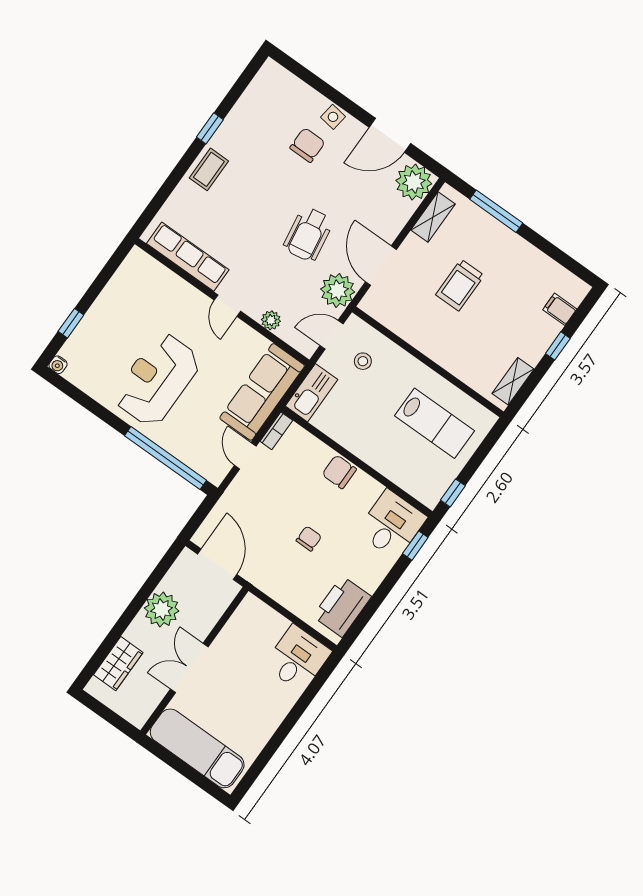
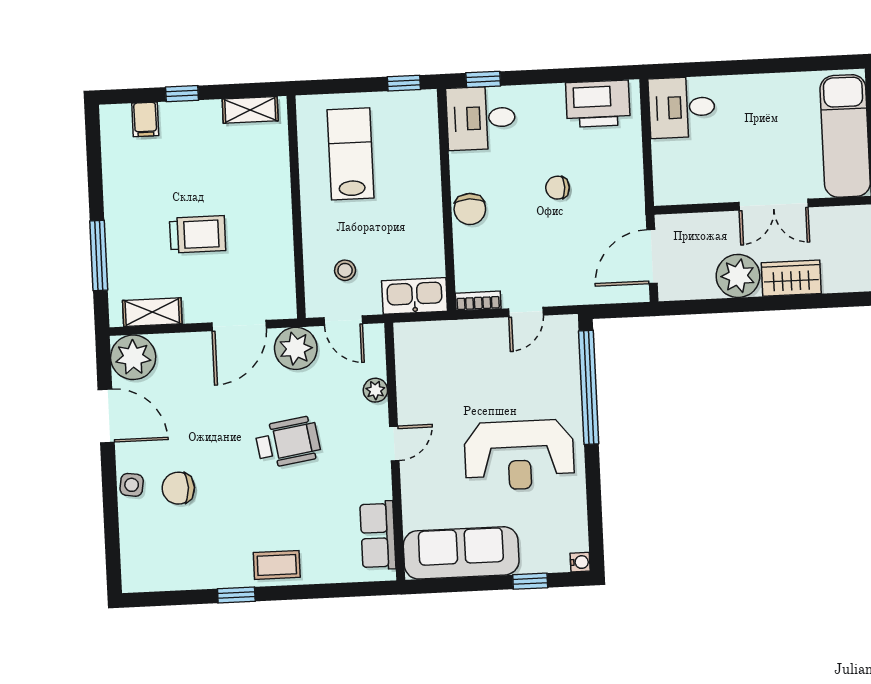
wheelchair: (308, 234) -> (288, 442), moved
row of seats: (188, 257) -> (378, 535), width x0.68
sofa: (262, 392) -> (461, 553), moved, turned 180
wardrobe: (118, 664) -> (791, 278), moved

